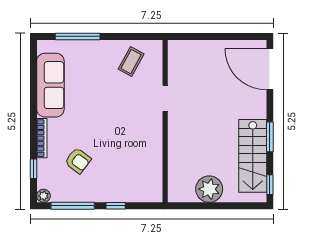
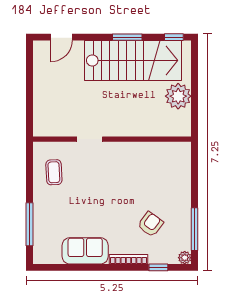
coffee table: (131, 62) -> (54, 172), turned 58
door: (270, 69) -> (61, 37), width x0.53
sofa: (50, 85) -> (85, 251), width x0.73
stairs: (253, 156) -> (133, 60), width x1.36, depth x1.51
window: (116, 206) -> (195, 187), removed

